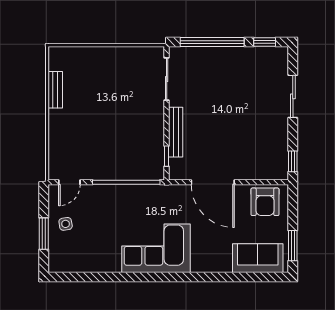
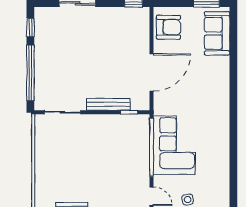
corner sofa: (156, 248) -> (174, 145), moved, turned 180

